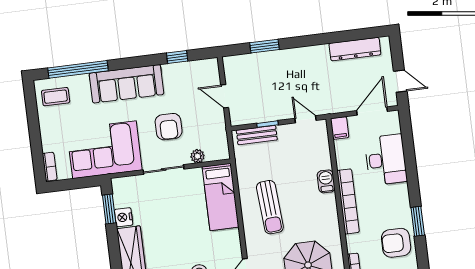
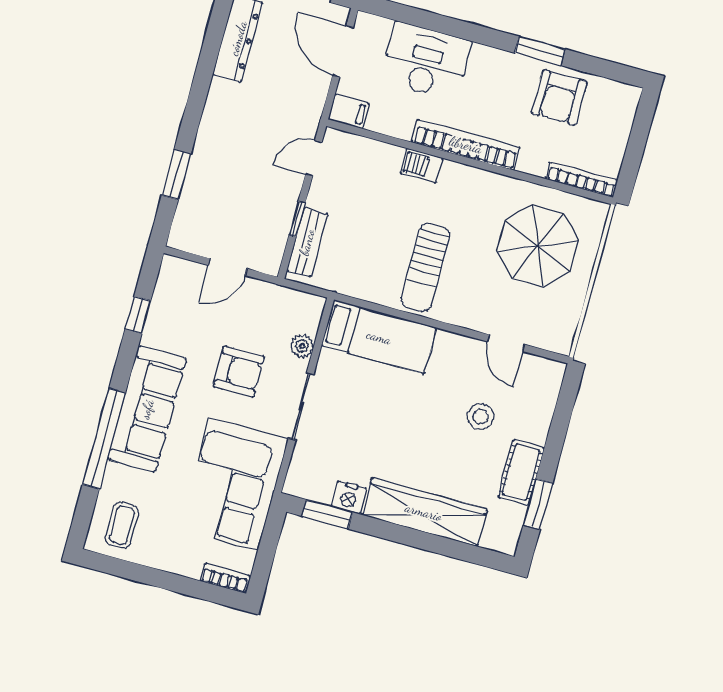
window: (78, 69) -> (104, 439), moved
sun lounger: (270, 207) -> (425, 268), turned 94

